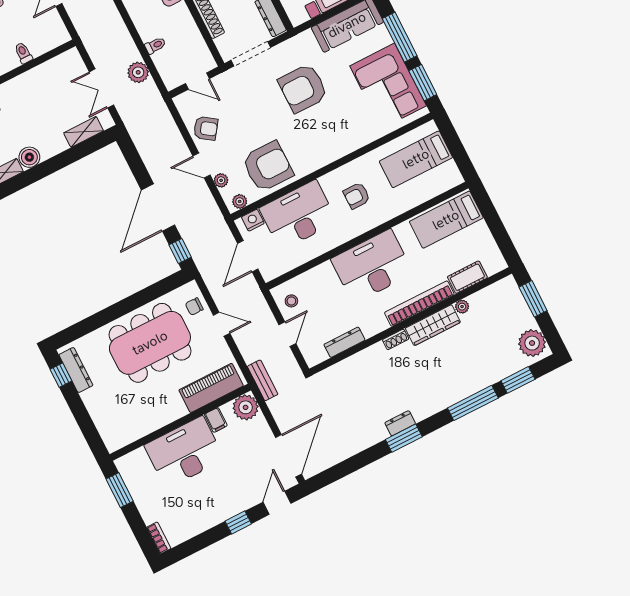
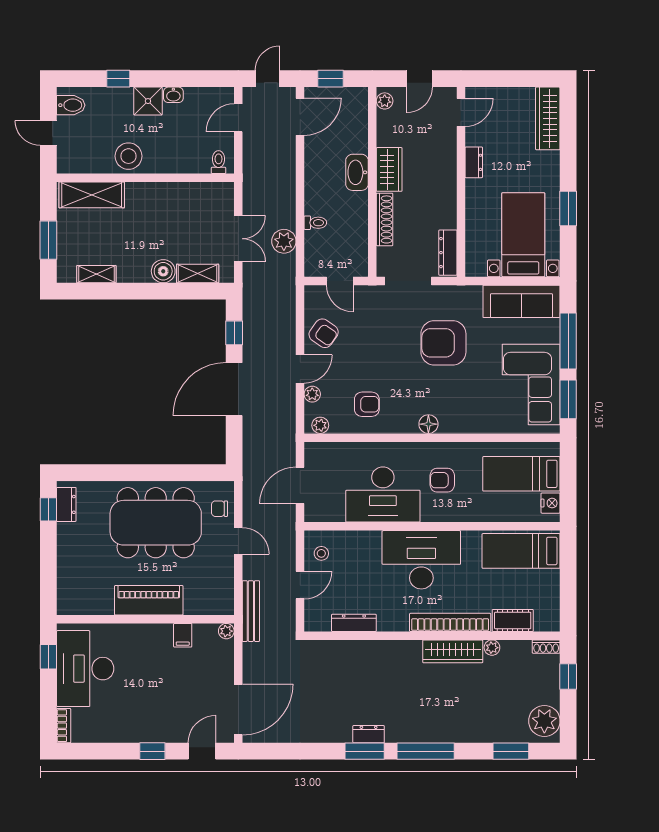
toilet: (23, 53) -> (219, 162), moved
double door: (101, 88) -> (238, 239), swing flipped
boiler: (29, 157) -> (163, 271), moved
floor lamp: (324, 158) -> (428, 424), added
door: (202, 166) -> (300, 369), swing flipped
armchair: (268, 167) -> (367, 404), width x0.53, depth x0.53
desk: (298, 215) -> (383, 495), moved, turned 180
nightstand: (253, 220) -> (551, 503), moved, turned 90
window: (180, 251) -> (234, 333), moved
window: (533, 299) -> (568, 676), width x0.67
shoe rack: (396, 339) -> (546, 647), moved
dresser: (76, 370) -> (66, 504), width x0.70
bench: (263, 380) -> (251, 611), width x1.36
piano: (211, 388) -> (149, 600), moved
window: (473, 403) -> (426, 751), moved
plant: (246, 407) -> (226, 631), width x0.53, depth x0.53
desk: (184, 452) -> (85, 669), moved, turned -90
window: (120, 490) -> (48, 657), width x0.67

